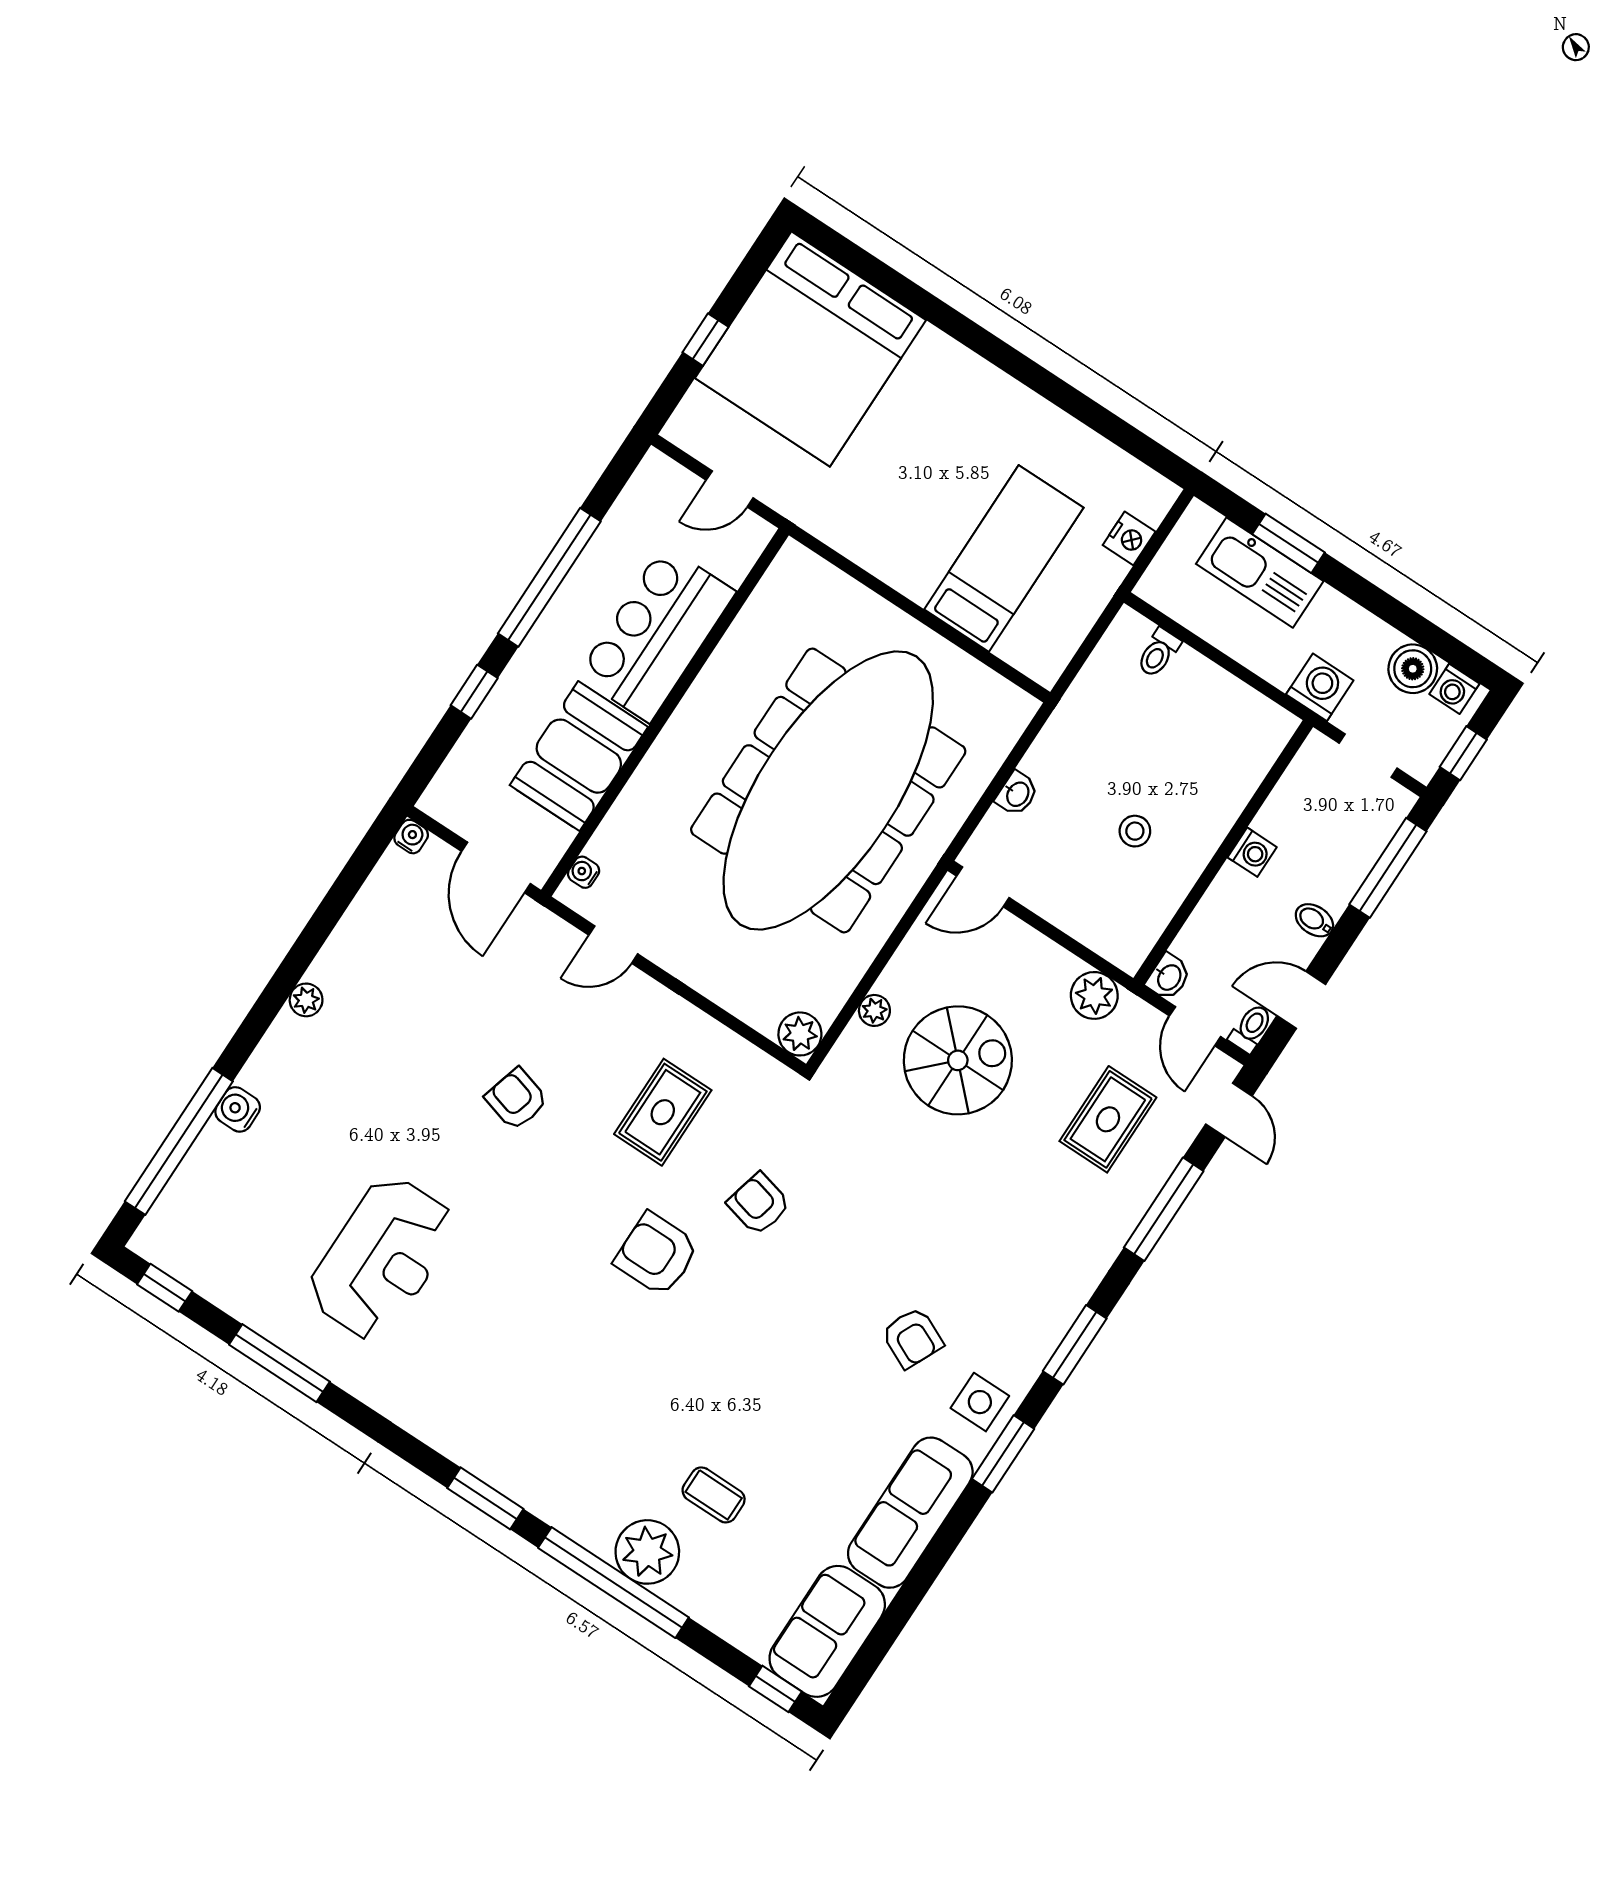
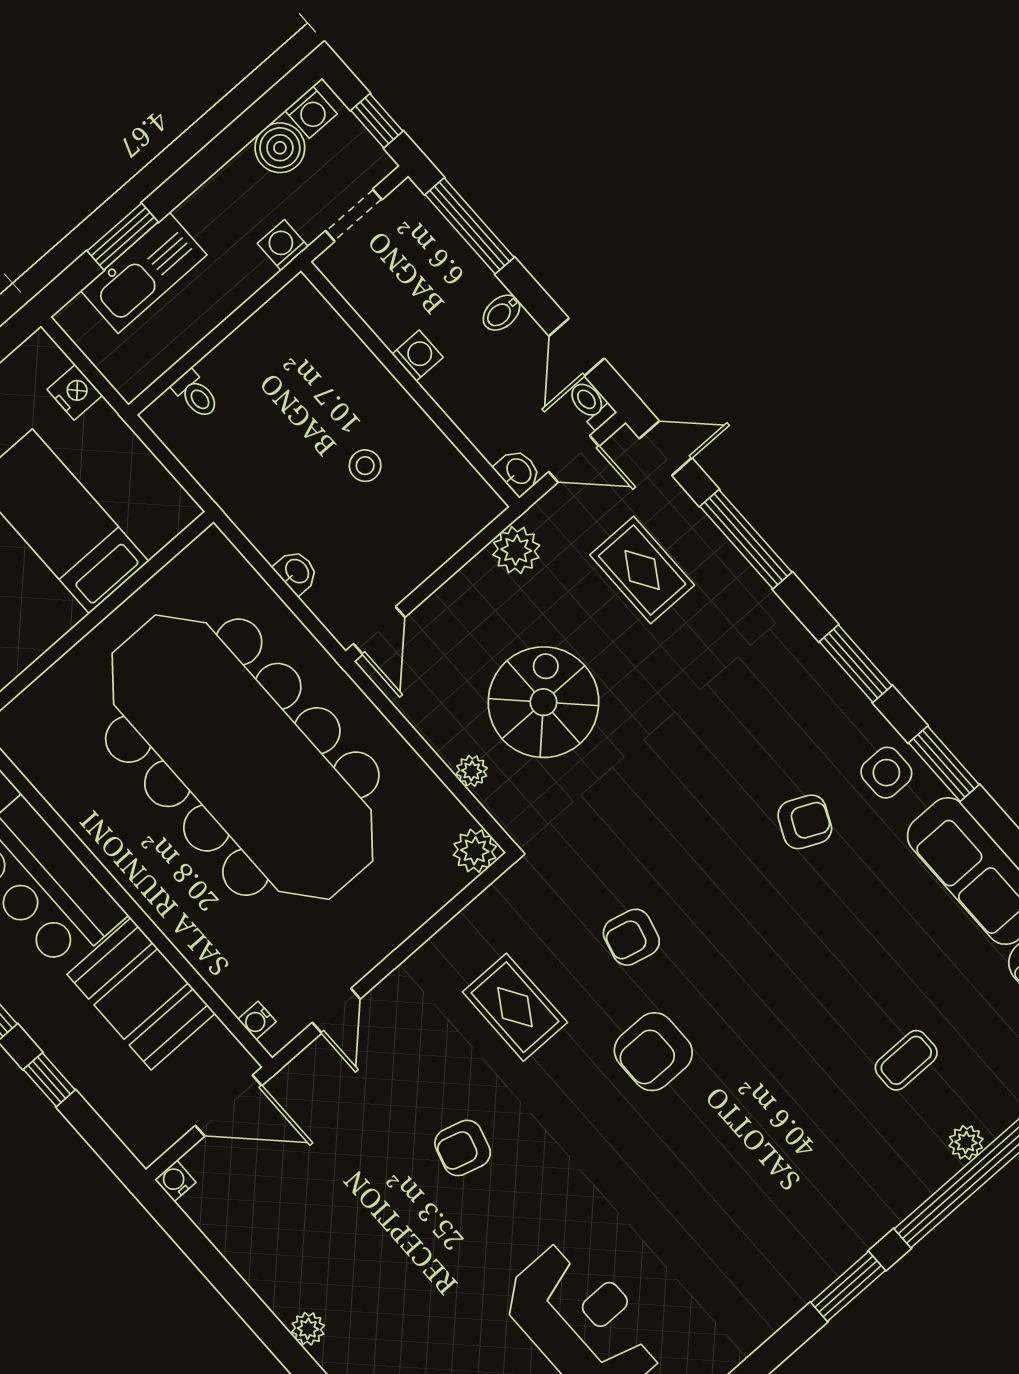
washing machine: (1320, 687) -> (283, 245), width x0.73, depth x0.73
plant: (647, 1552) -> (966, 1142), width x0.53, depth x0.53

